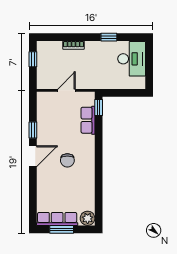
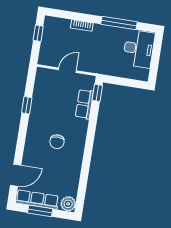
window: (109, 37) -> (119, 23), width x2.17
door: (33, 156) -> (16, 175), moved

